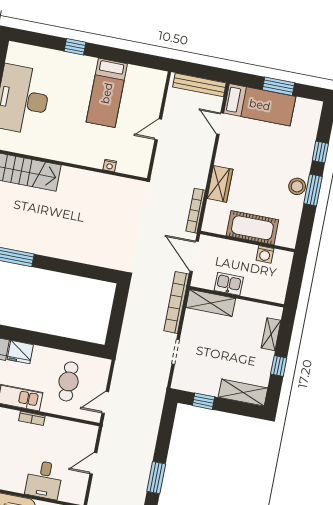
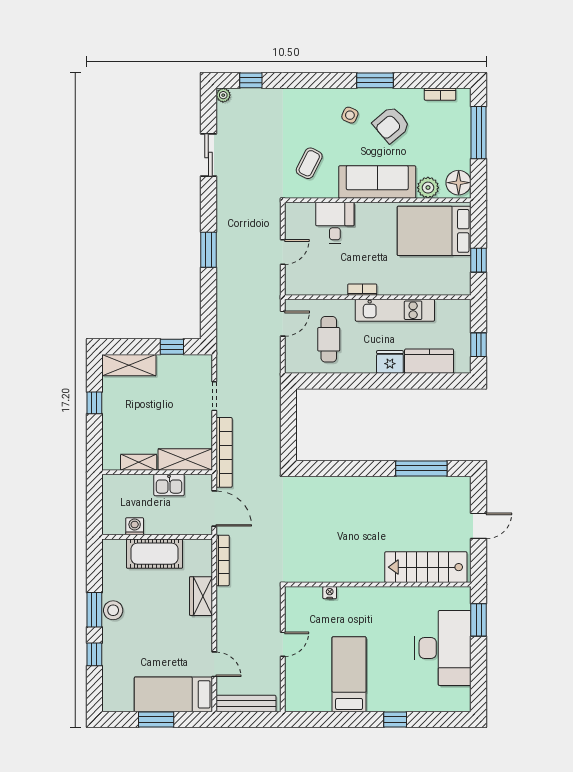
shelving: (271, 334) -> (139, 462), moved, turned 90

